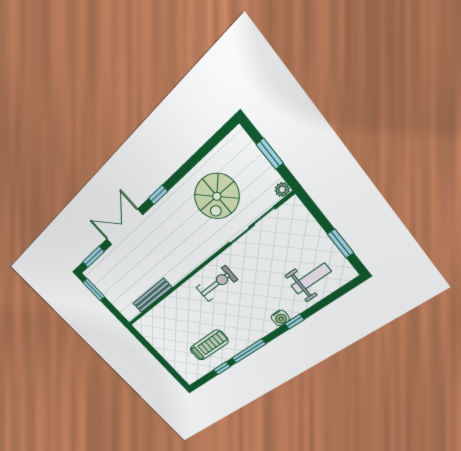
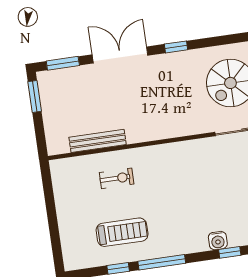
exercise bike: (217, 284) -> (117, 178), moved, width x0.73, depth x0.72

